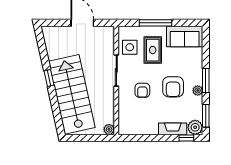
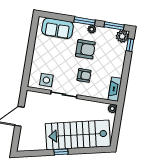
window: (156, 23) -> (30, 55), removed
sofa: (185, 36) -> (58, 28), moved, turned 90
rug: (153, 50) -> (52, 61), removed
fireplace: (173, 129) -> (115, 89), moved

